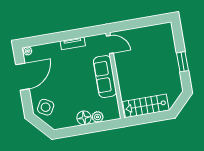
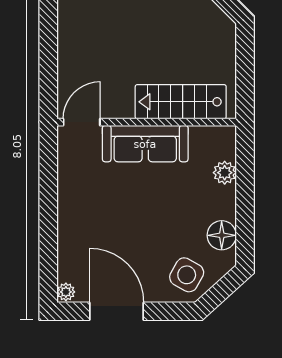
tv unit: (73, 43) -> (66, 197), removed
stairs: (146, 106) -> (181, 102), moved, turned 90
floor lamp: (84, 118) -> (222, 235), moved

